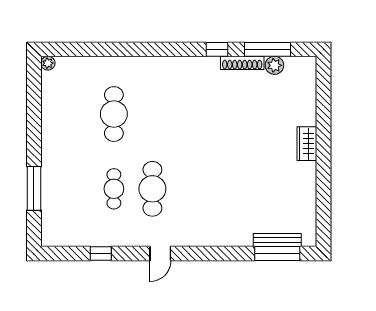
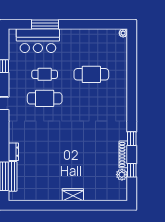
window: (268, 49) -> (132, 170), width x0.46
bar counter: (60, 200) -> (38, 41), added
dresser: (238, 239) -> (13, 152), added

